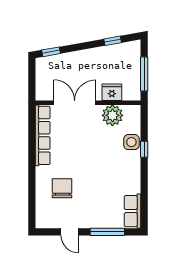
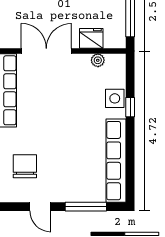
plant: (112, 115) -> (98, 60), width x0.53, depth x0.53
chair: (62, 188) -> (25, 166), moved
row of seats: (132, 211) -> (116, 161), width x2.02

